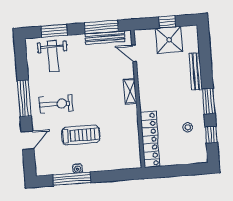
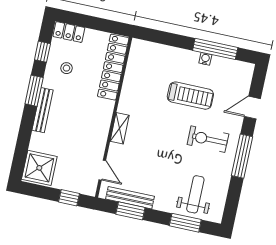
window: (167, 22) -> (69, 198), moved
window: (101, 27) -> (130, 211), width x0.69
shower: (169, 40) -> (39, 168), moved
bench: (196, 72) -> (43, 110), moved
treadmill: (81, 135) -> (190, 96), turned 180
locker: (194, 157) -> (69, 32), added

